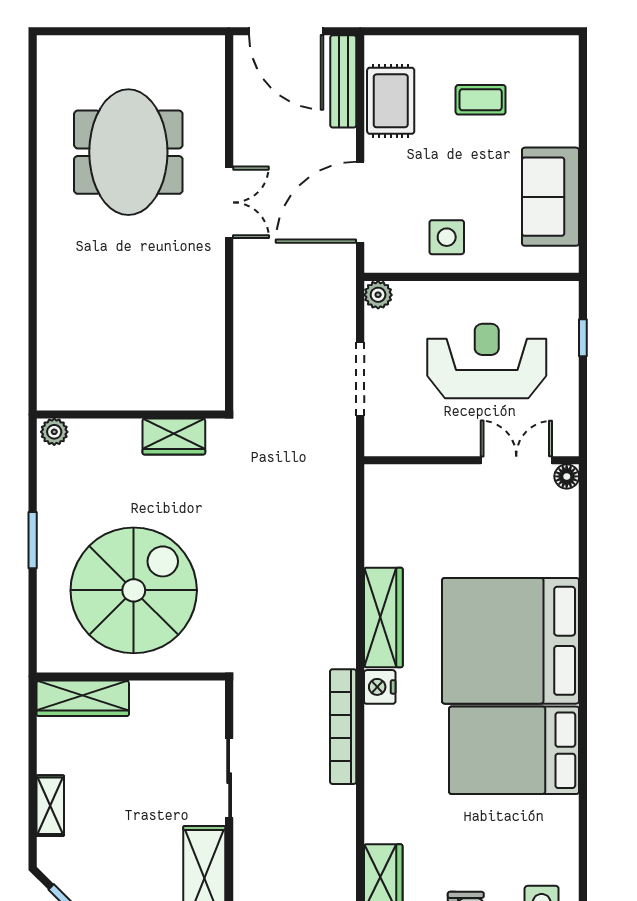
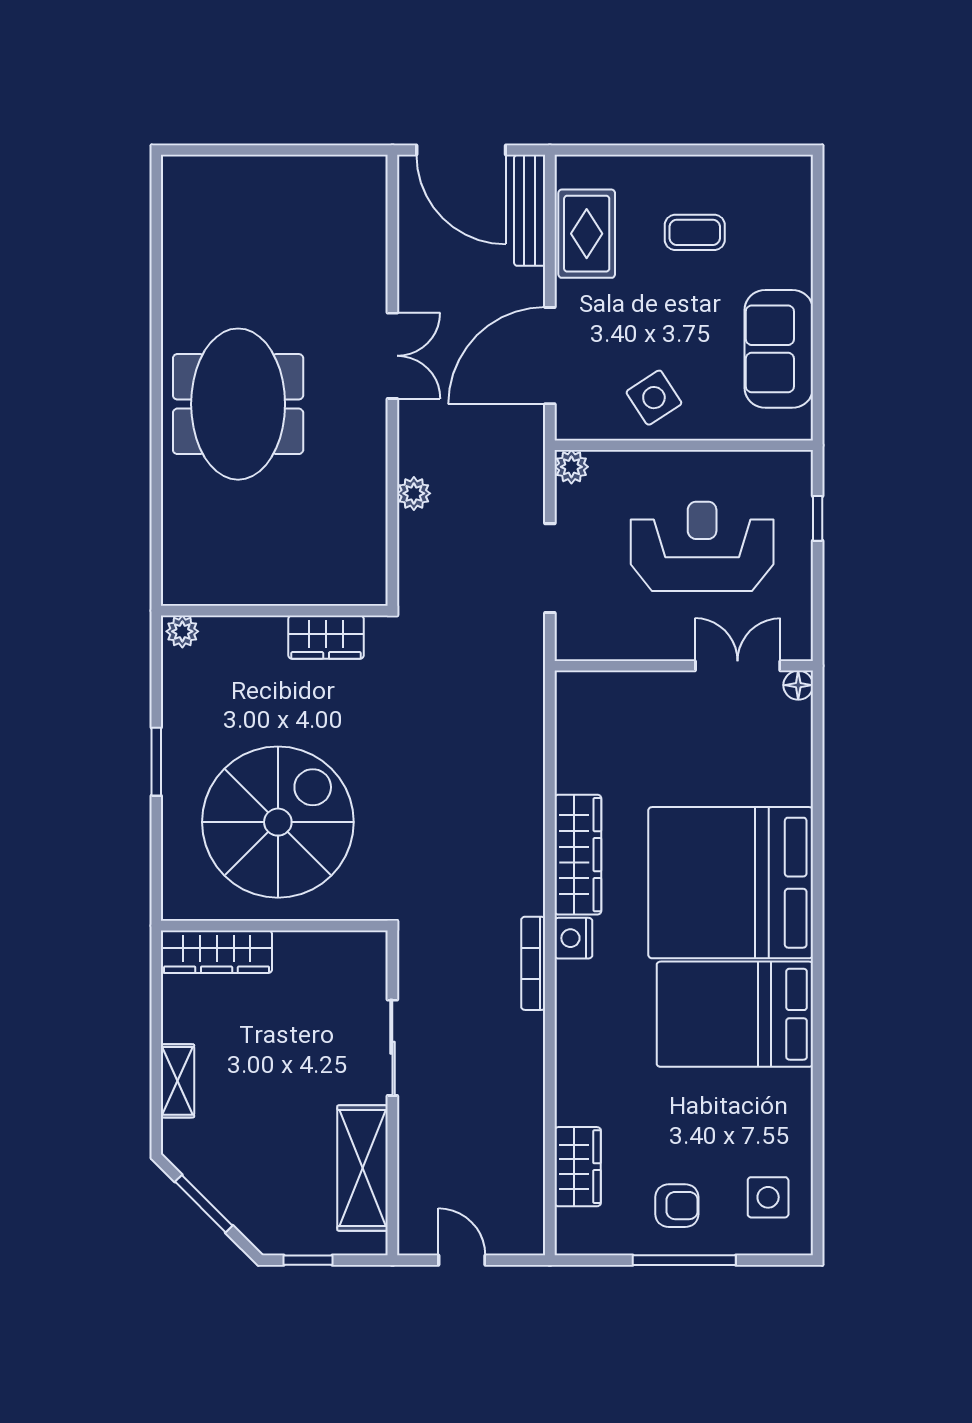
meeting table: (128, 152) -> (238, 404), moved
side table: (447, 237) -> (654, 398), turned -33
plant: (247, 317) -> (414, 493), added
bookcase: (343, 727) -> (533, 963), width x0.68, depth x0.76

